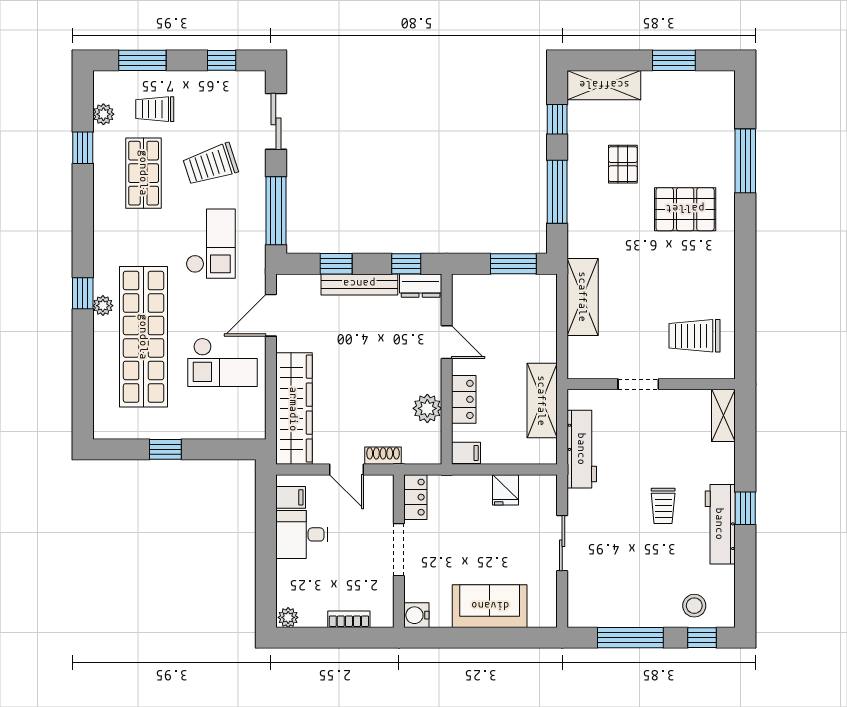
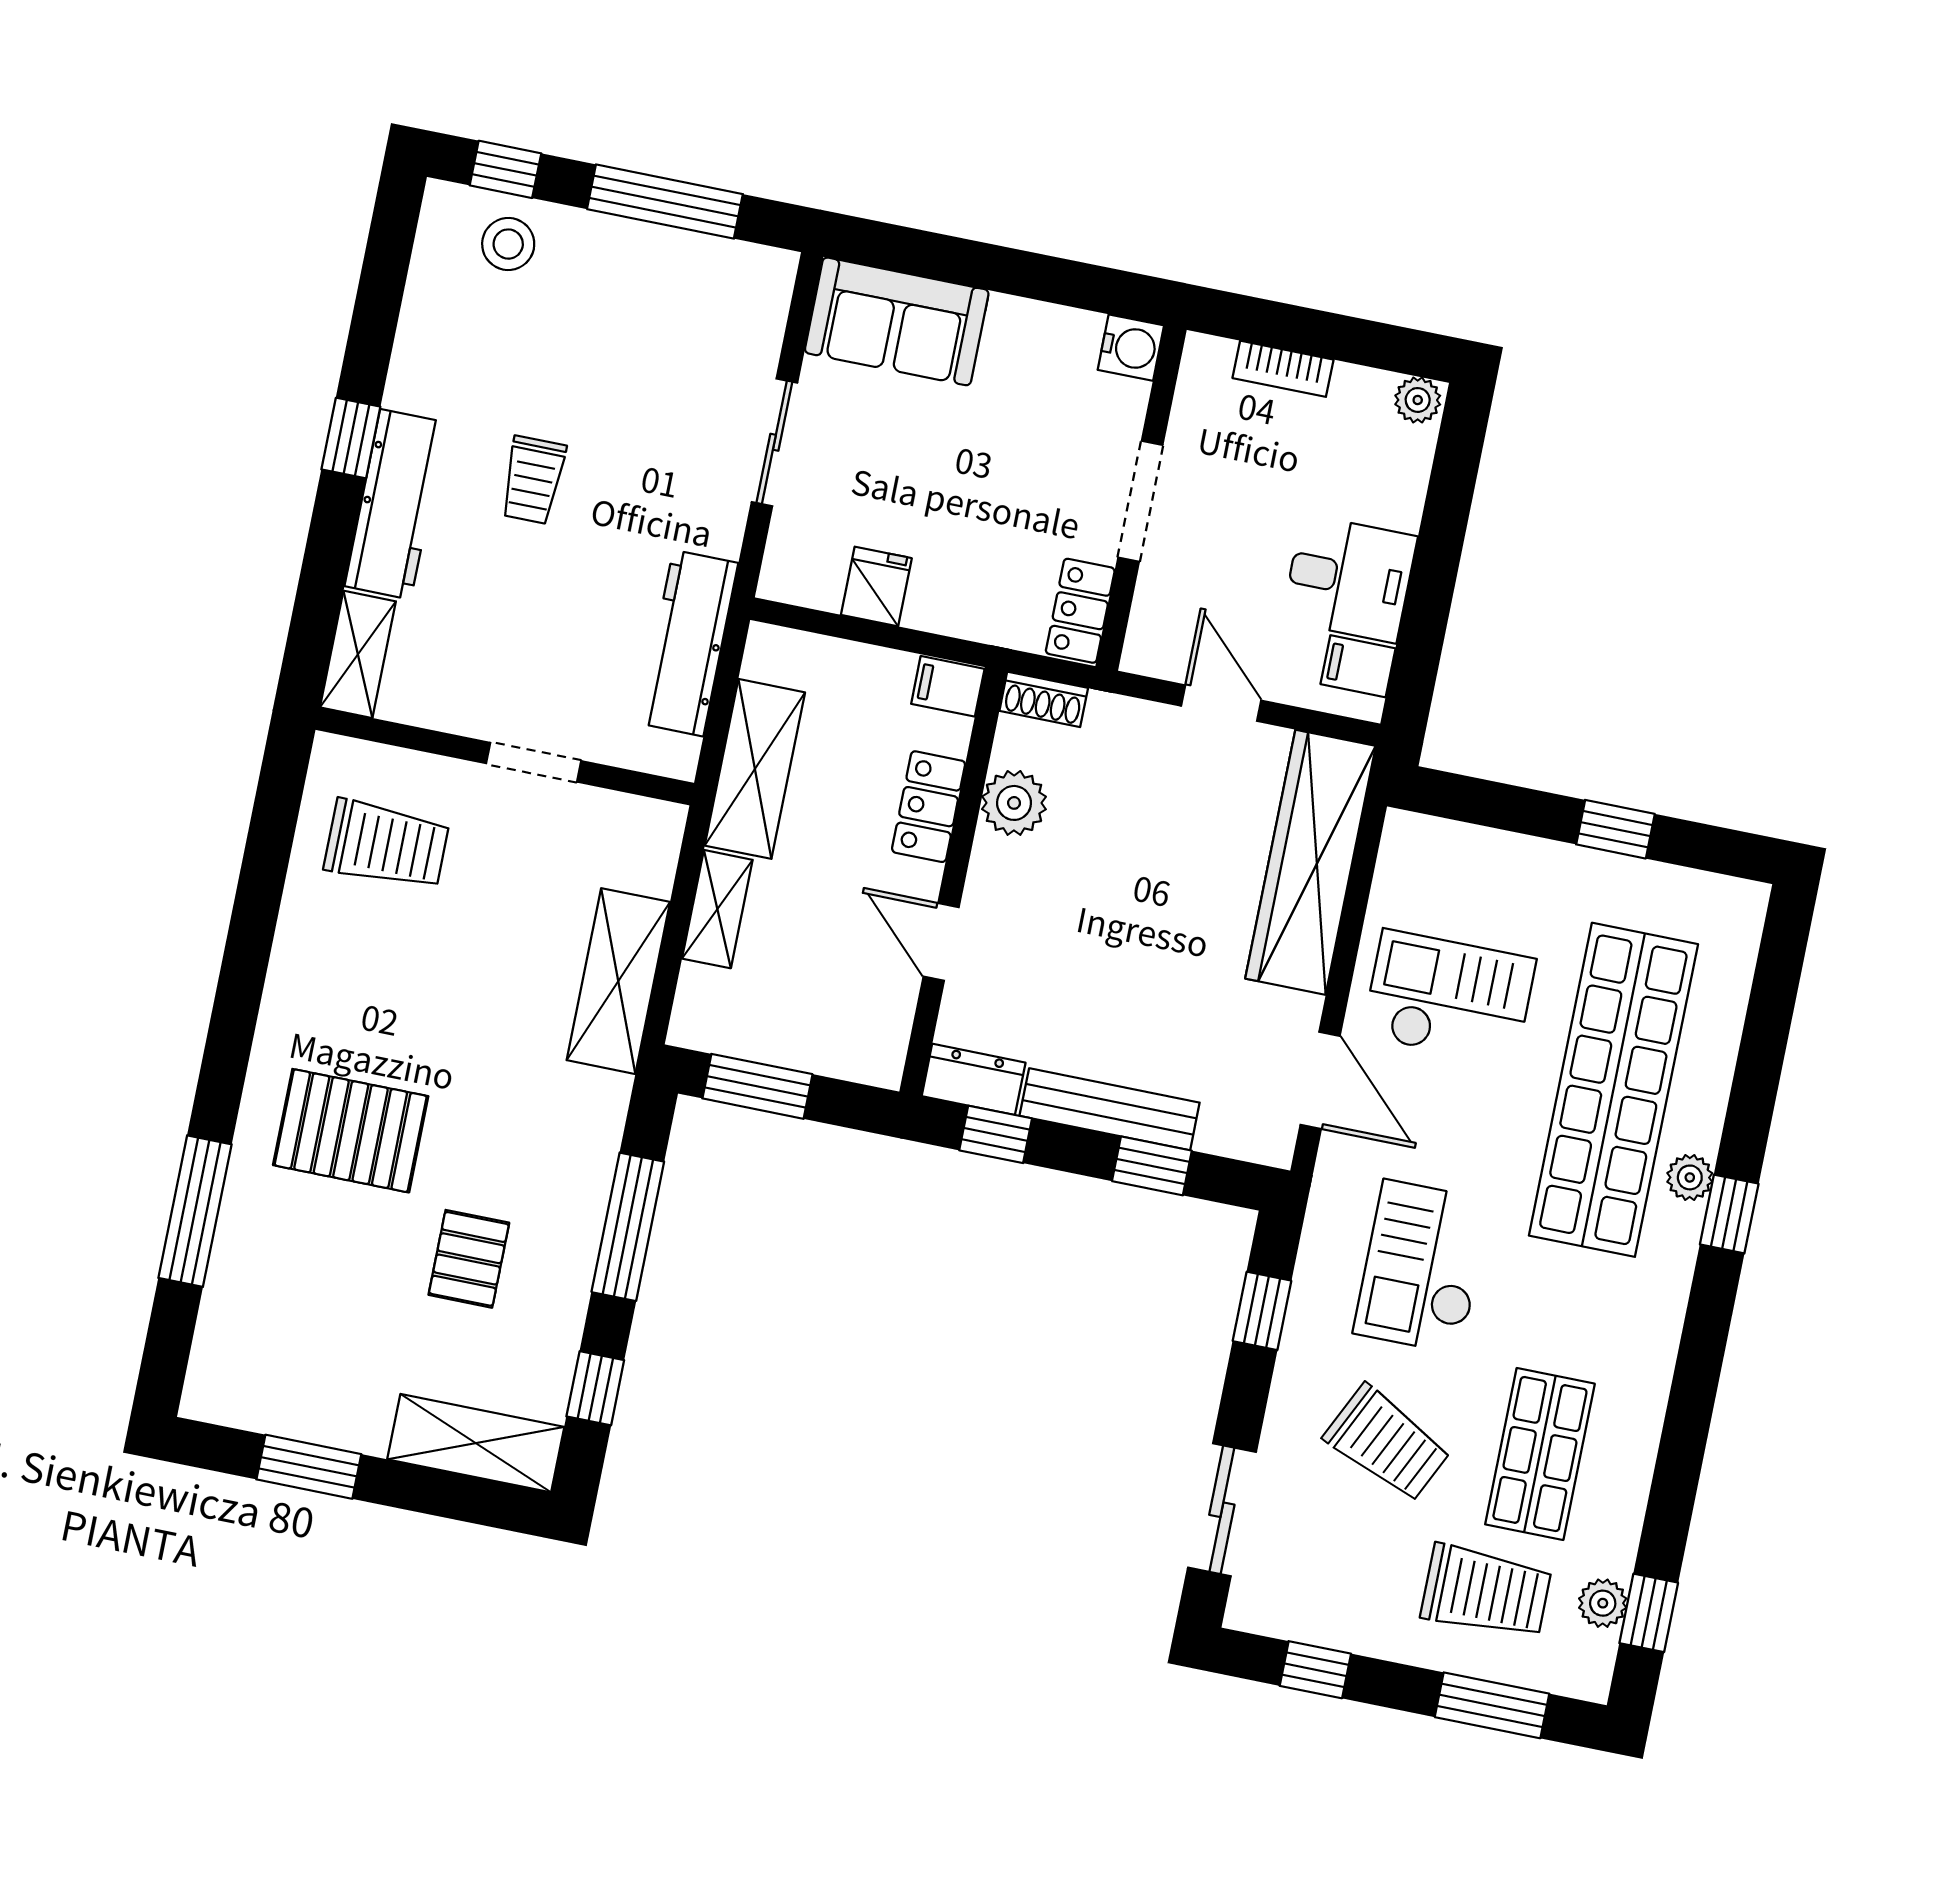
trolley: (155, 109) -> (1486, 1592), width x1.36, depth x1.39
window: (83, 148) -> (1649, 1613), moved
trolley: (210, 164) -> (1387, 1443), turned 44
window: (276, 211) -> (1262, 1311), width x0.46
door: (271, 315) -> (1320, 1080), hinge flipped
shelving: (546, 337) -> (717, 909), added
shoe rack: (383, 456) -> (1044, 699), moved
trolley: (663, 506) -> (533, 480), turned 180
workbench: (720, 524) -> (395, 504), moved
sofa: (490, 606) -> (897, 321), moved

